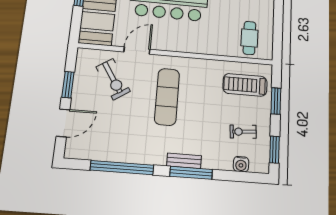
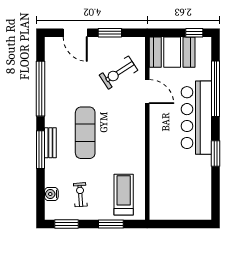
cafe table: (249, 38) -> (169, 197), removed
exercise mat: (167, 97) -> (85, 133), moved, turned 90

